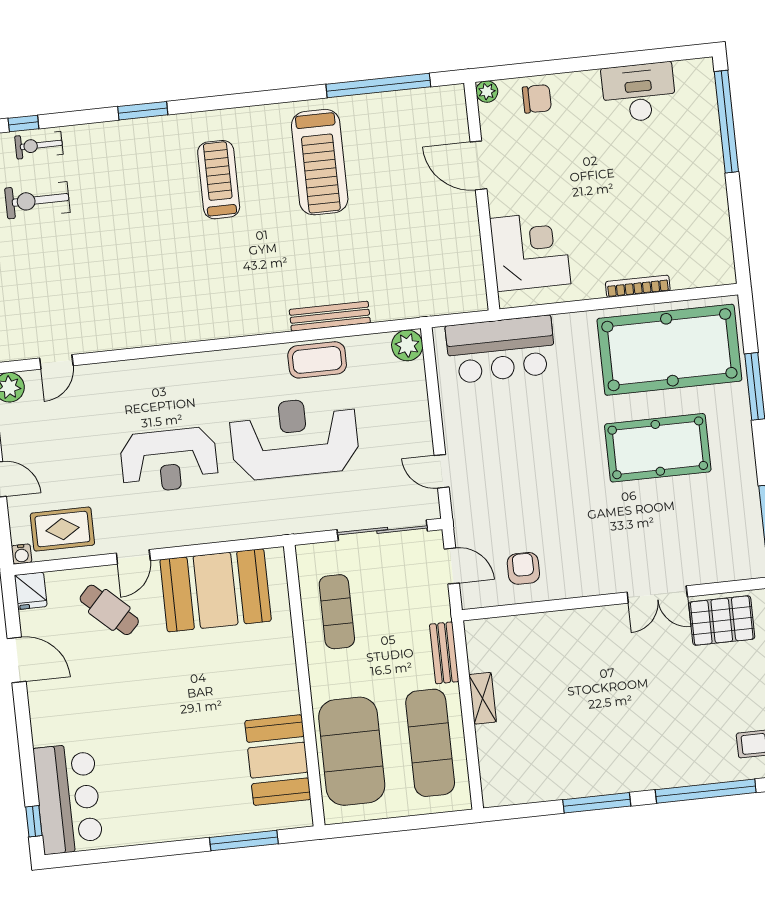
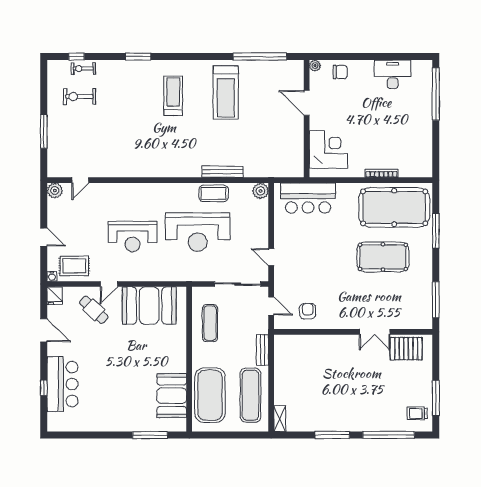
reception desk: (294, 438) -> (198, 232), turned 180
shelving: (483, 698) -> (280, 419), moved
bar counter: (68, 799) -> (62, 384), moved
window: (34, 821) -> (44, 388), moved

